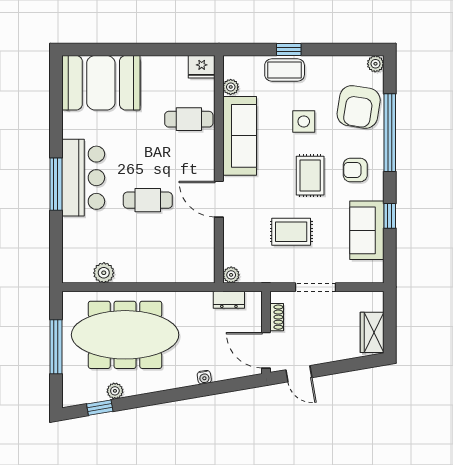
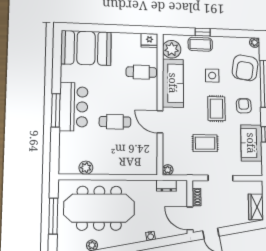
plant: (231, 87) -> (172, 49), width x1.88, depth x1.88
armchair: (355, 170) -> (244, 106), turned 87

